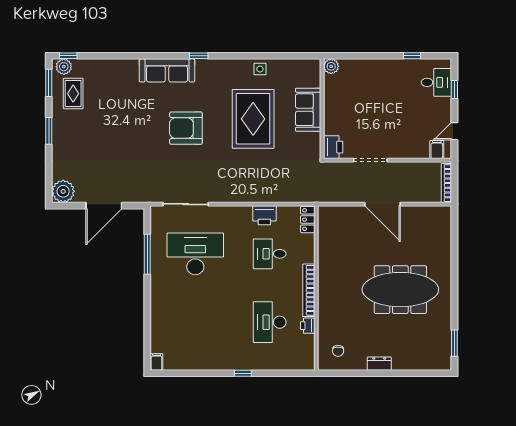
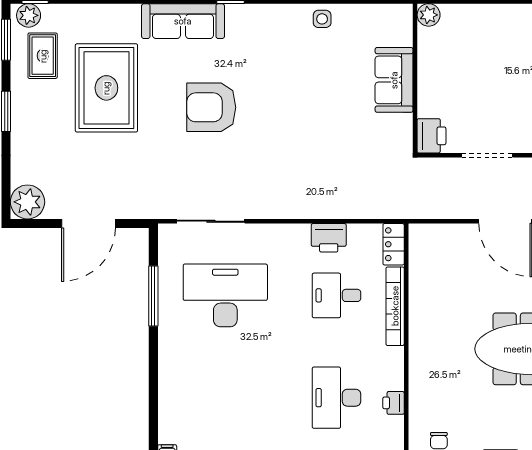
rug: (253, 119) -> (106, 88), moved
bookcase: (309, 290) -> (395, 306), moved

